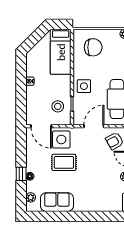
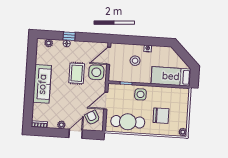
chair: (93, 47) -> (161, 116), moved, turned -90
stool: (58, 106) -> (135, 61), moved
door: (94, 126) -> (106, 101), swing flipped
sofa: (57, 202) -> (42, 84), moved, width x1.36

